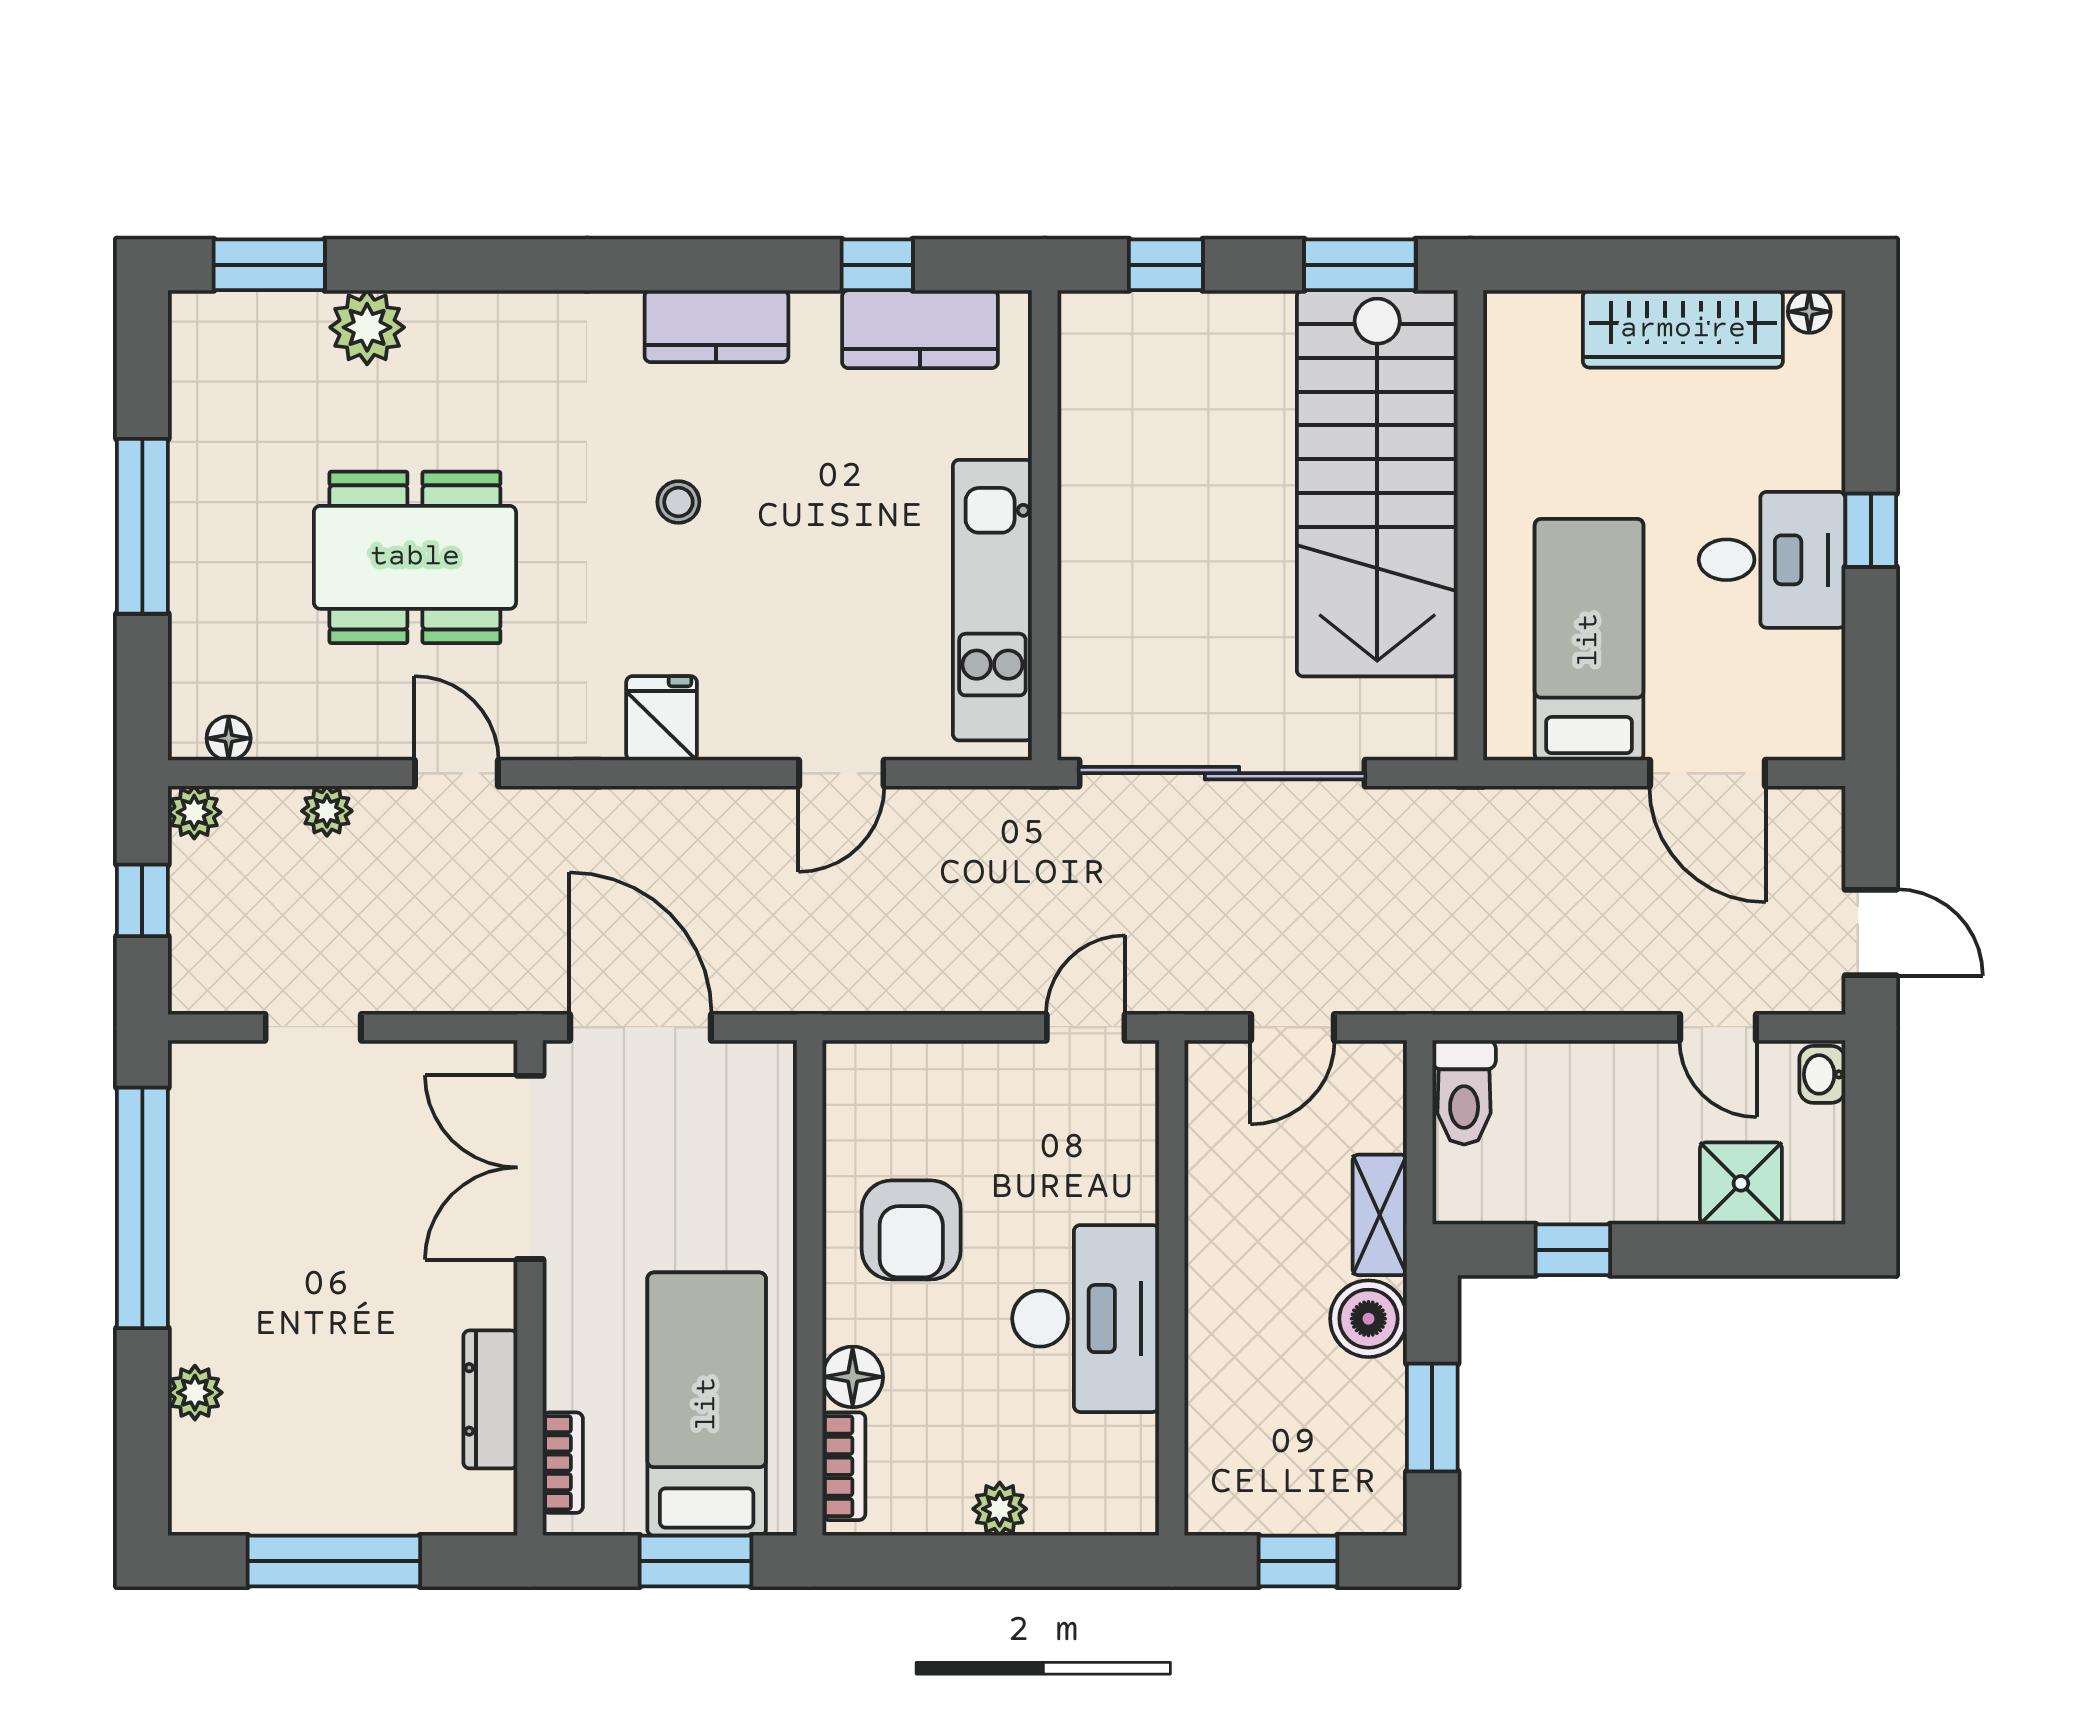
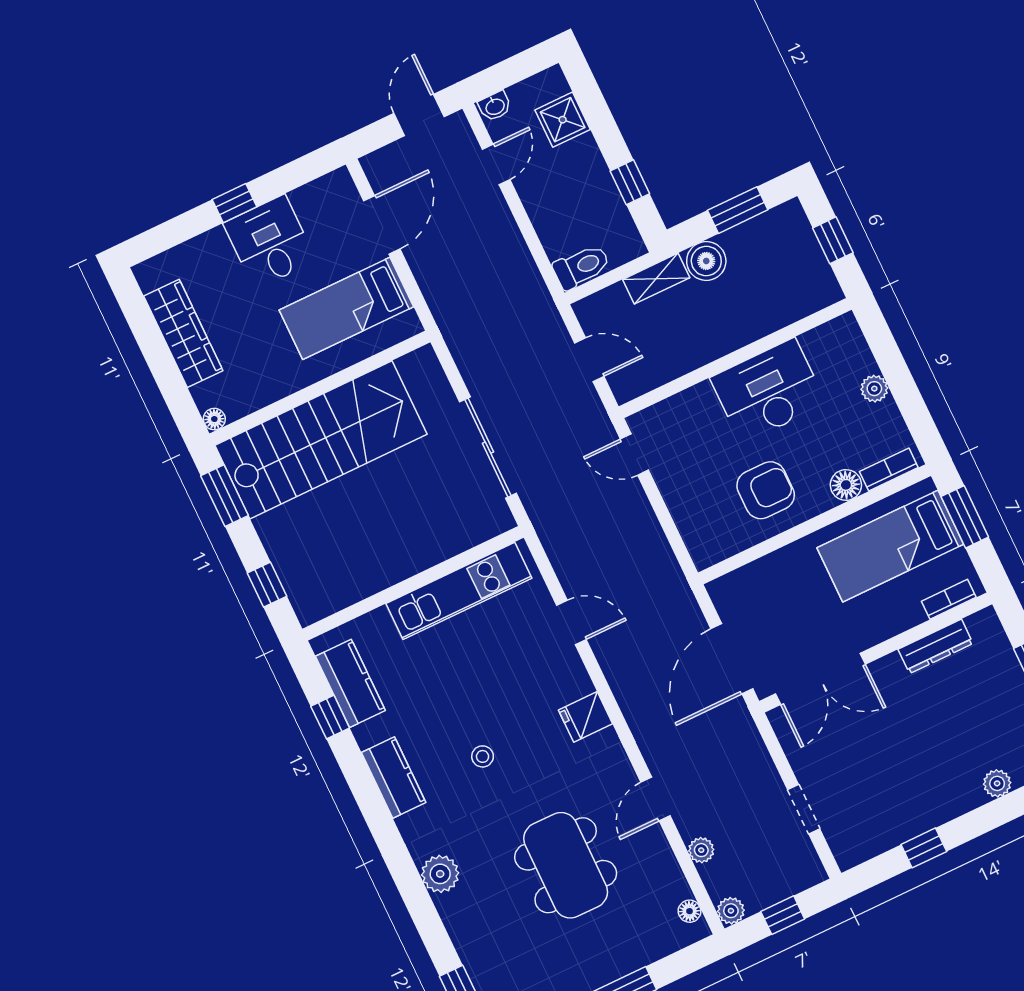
floor lamp: (1809, 312) -> (214, 419), moved
plant: (367, 327) -> (440, 874), moved
sliding door: (1222, 773) -> (488, 448), width x0.73
window: (142, 1208) -> (924, 848), width x0.32

